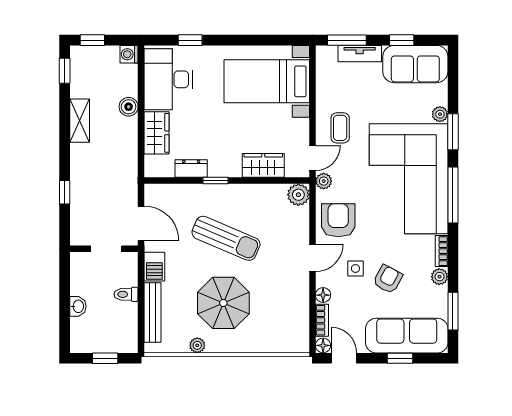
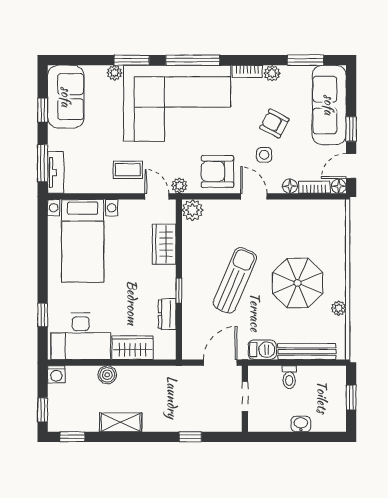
tv unit: (360, 54) -> (56, 172), moved
window: (400, 358) -> (351, 129), moved

